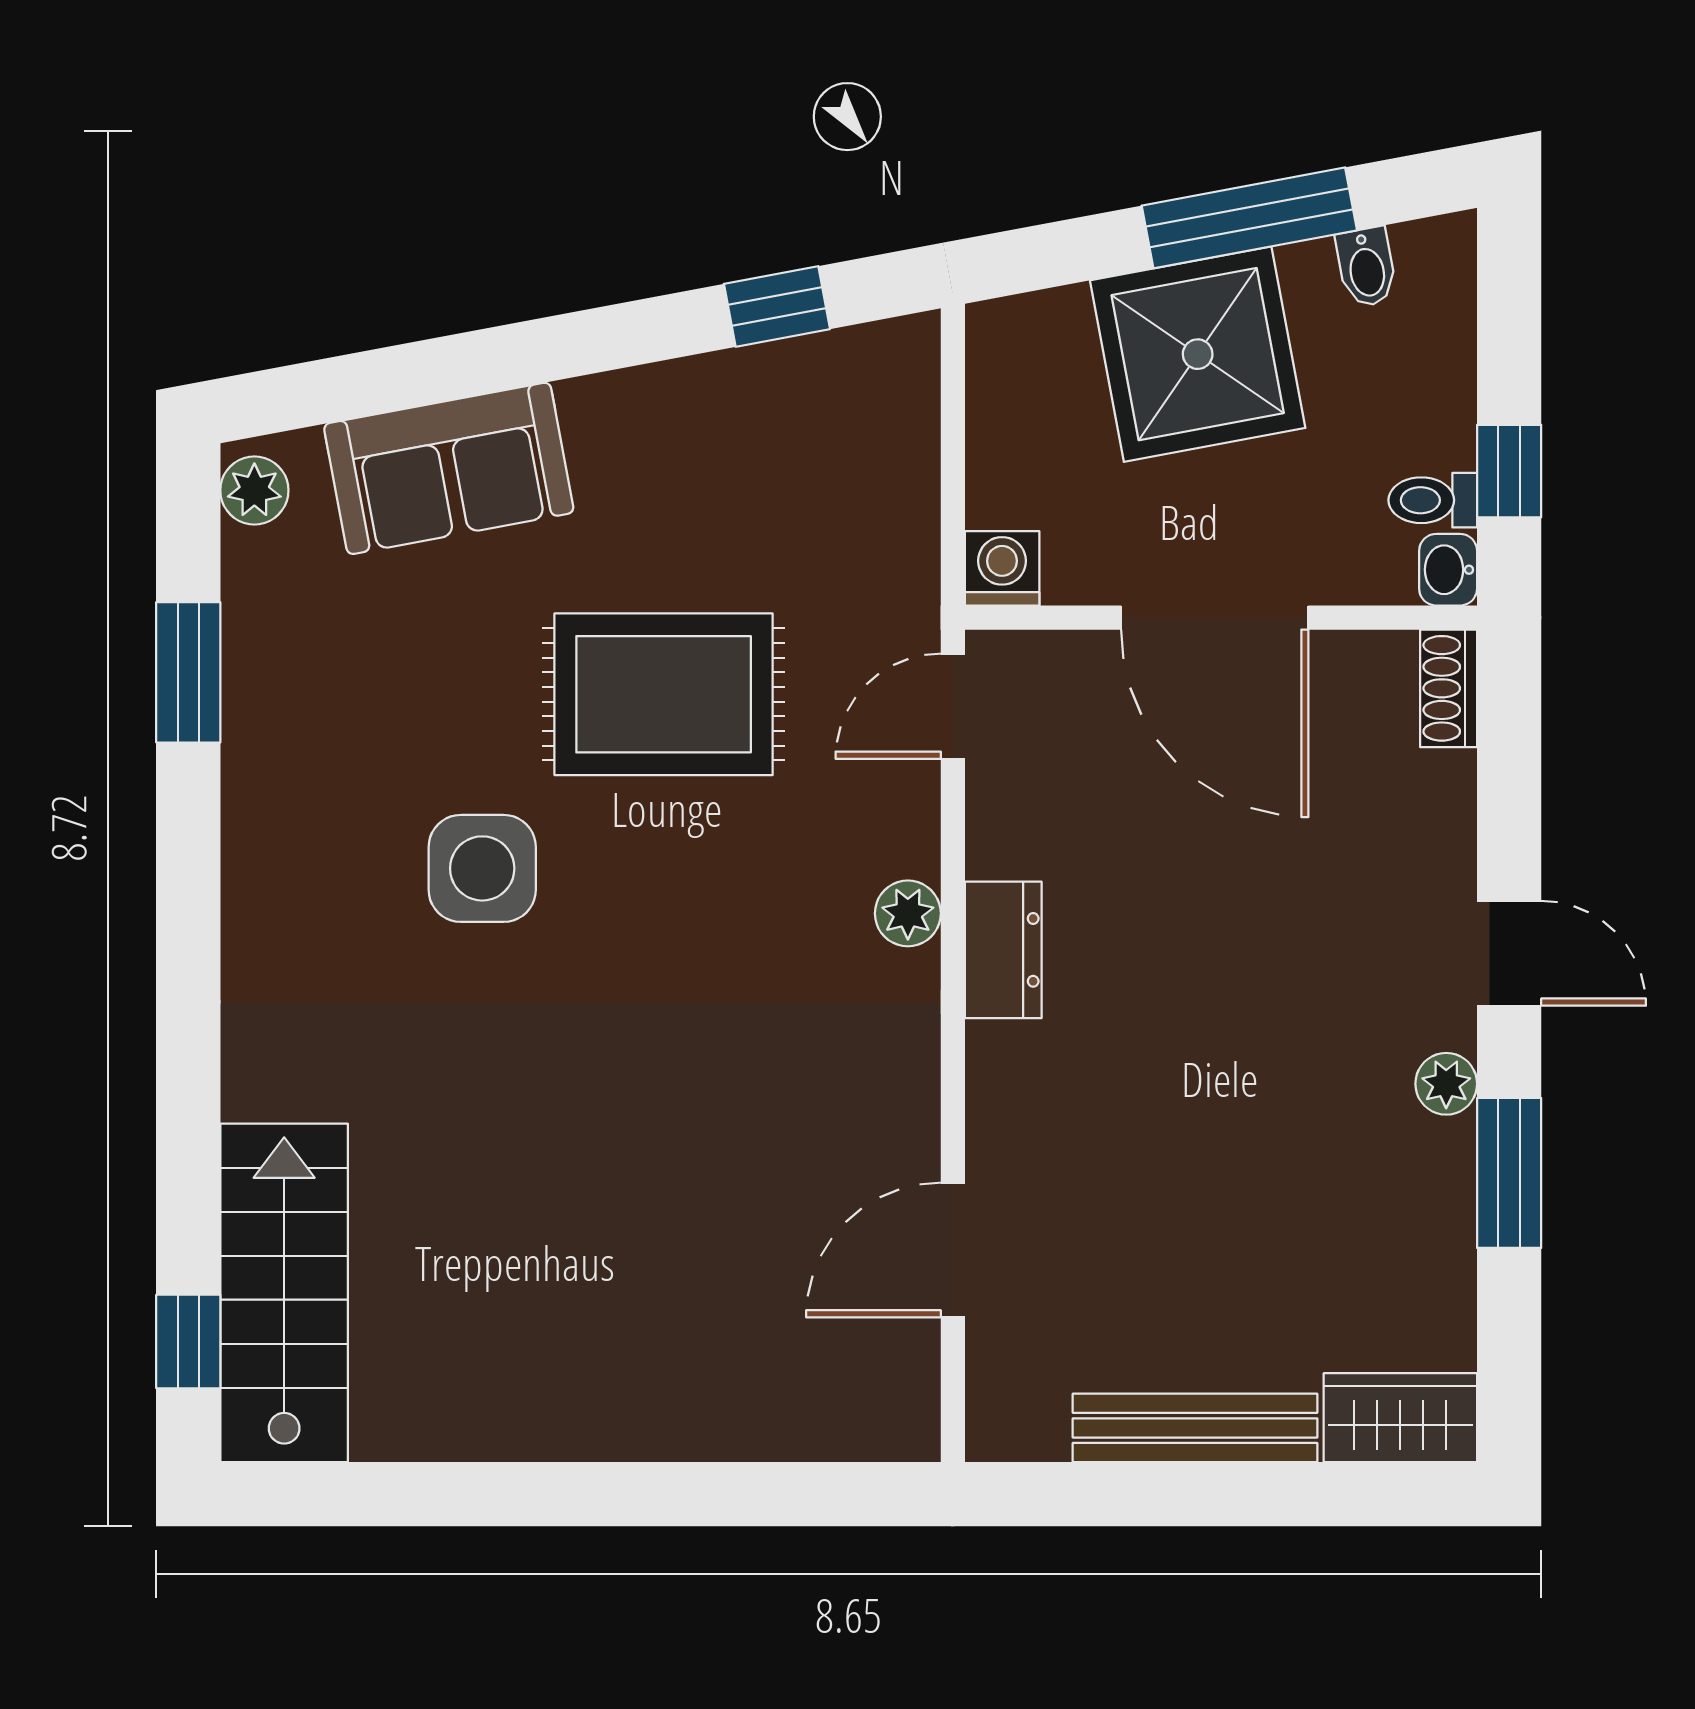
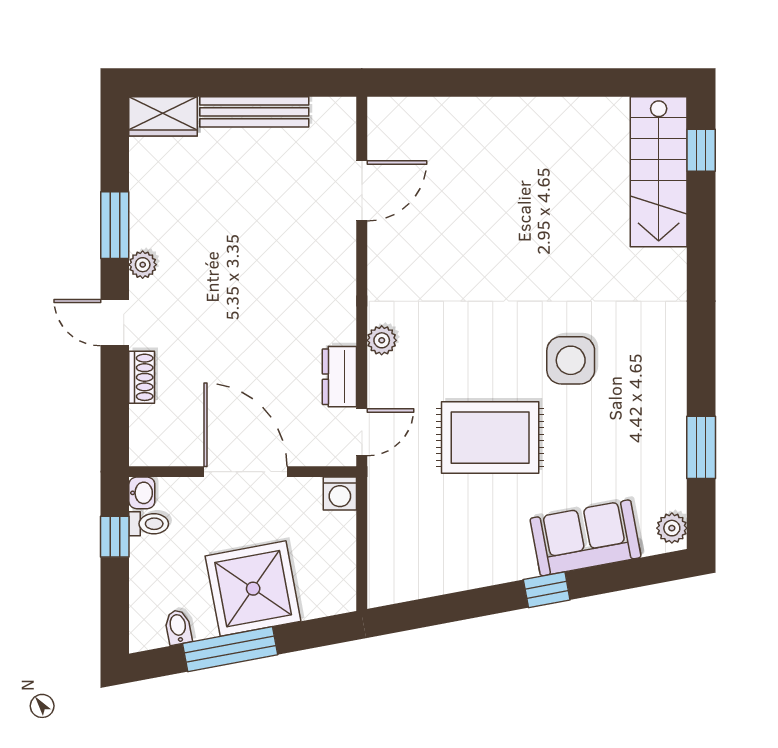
window: (777, 306) -> (547, 590), moved
shoe rack: (1449, 688) -> (142, 377), moved
dresser: (1003, 950) -> (339, 377), moved

